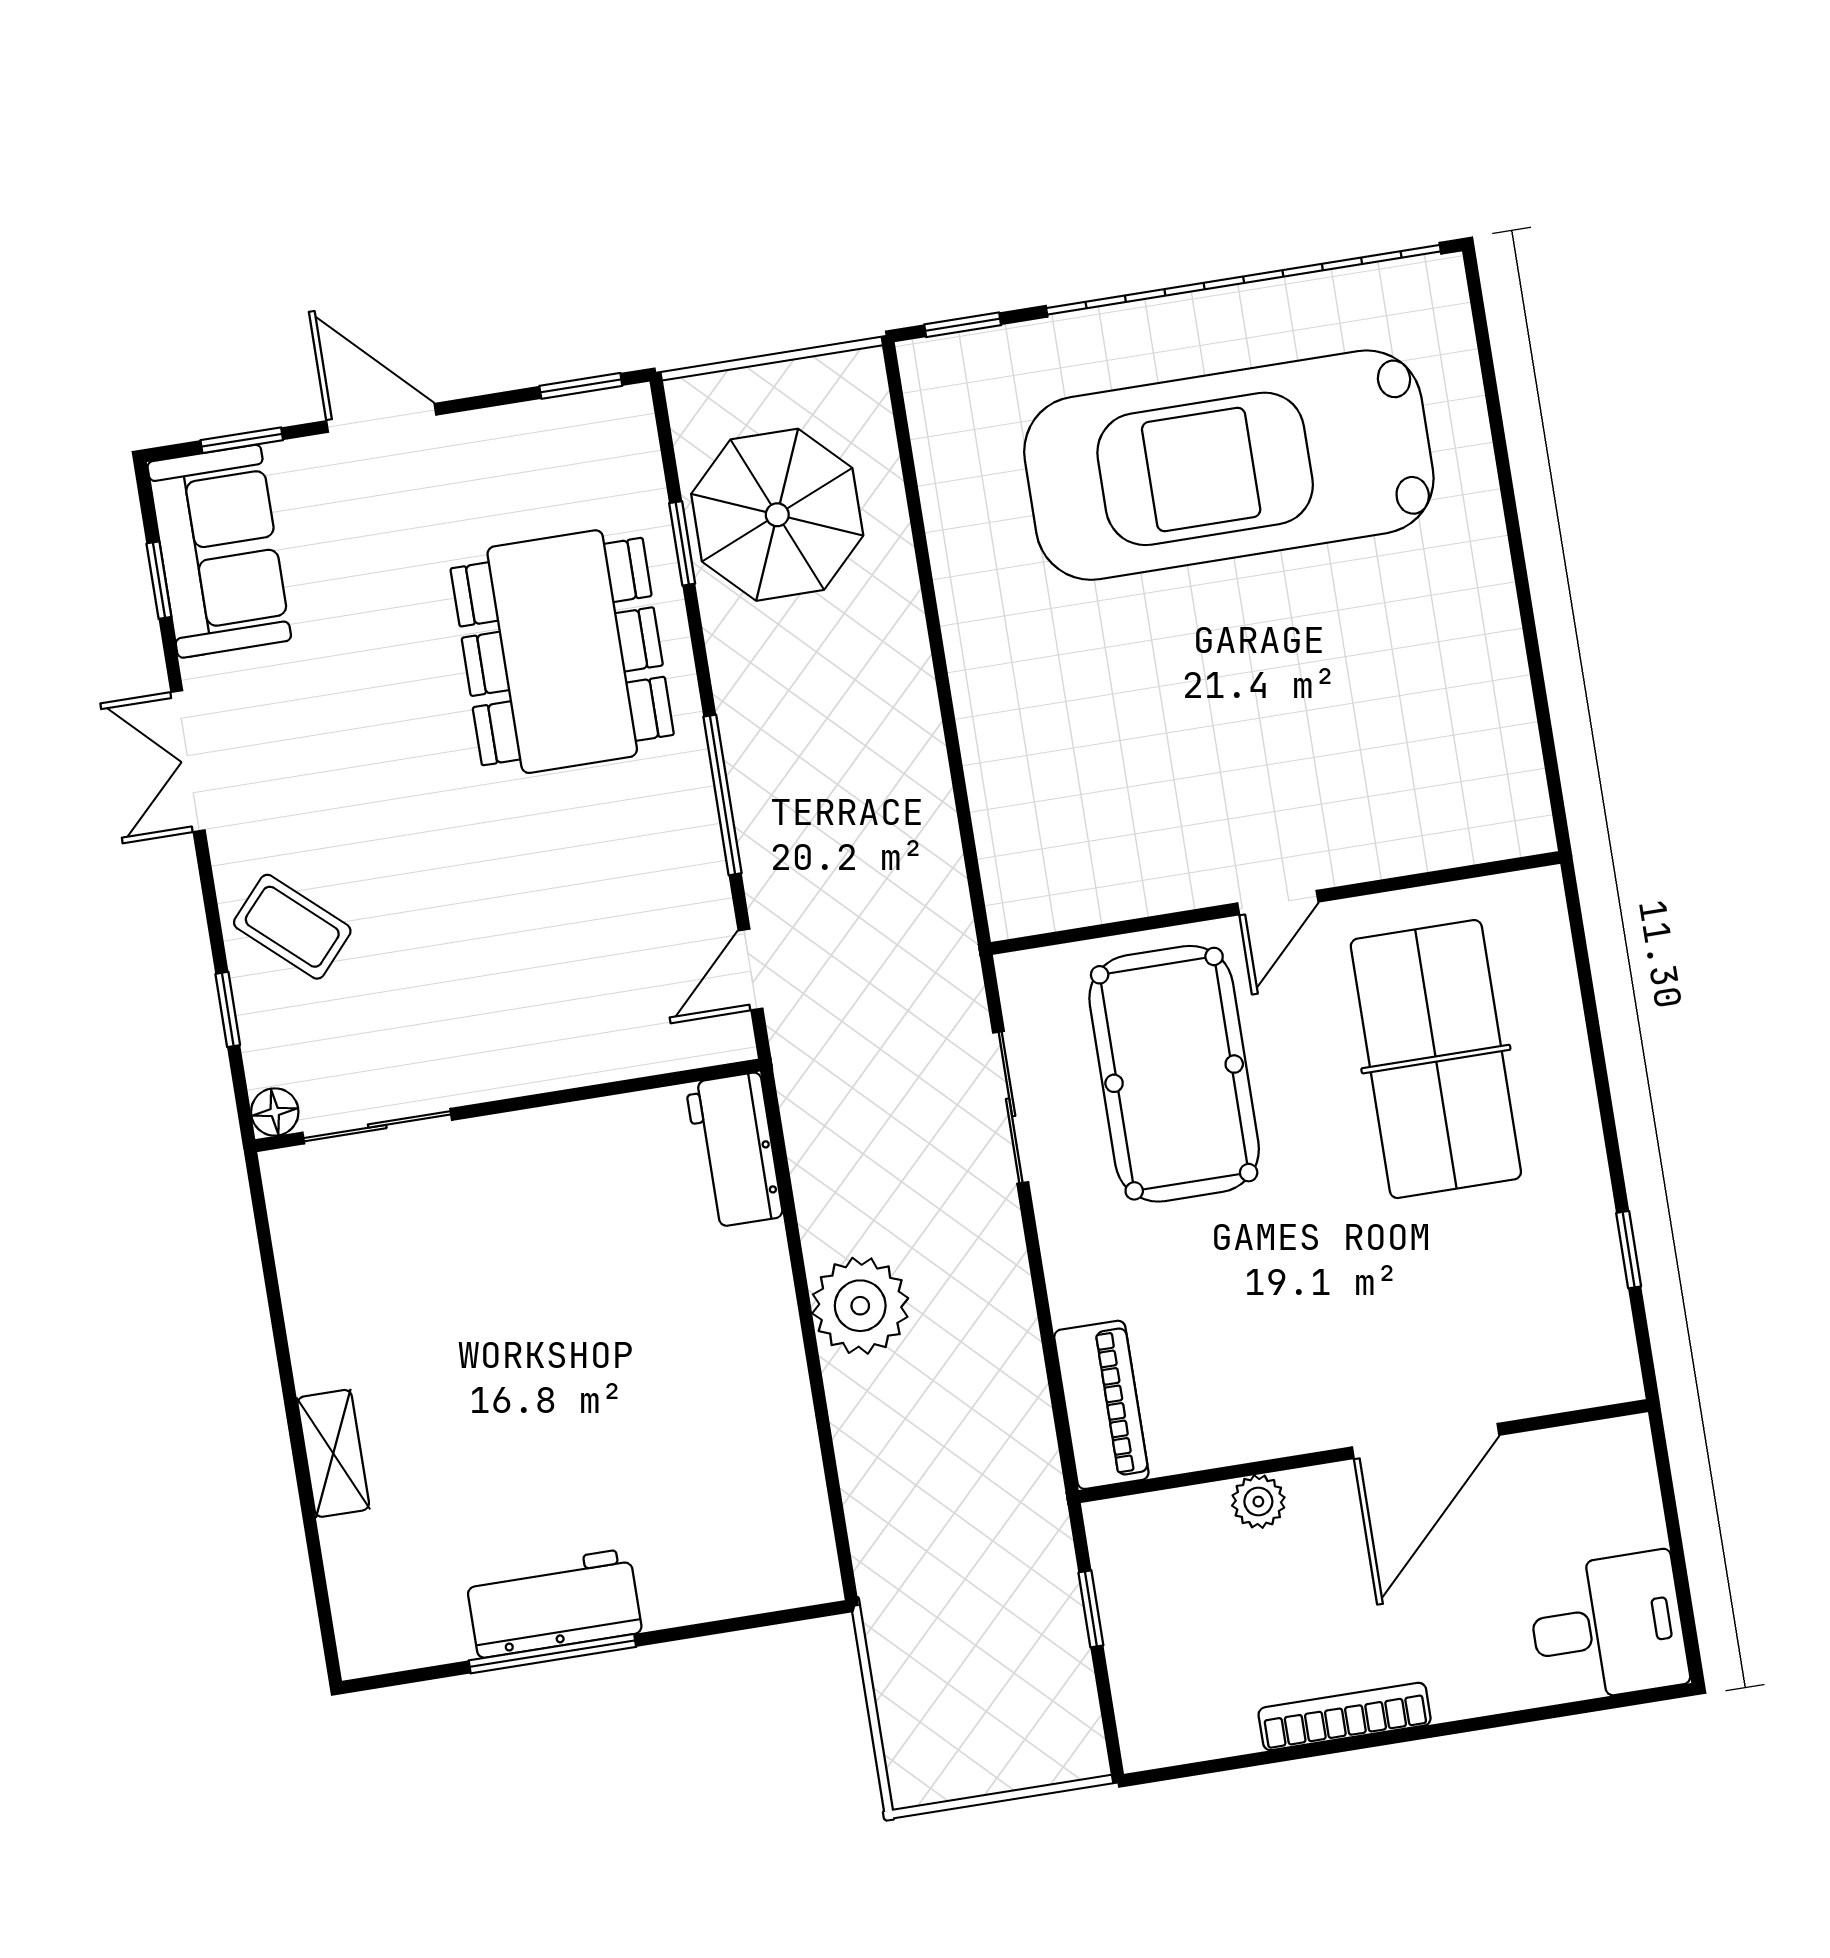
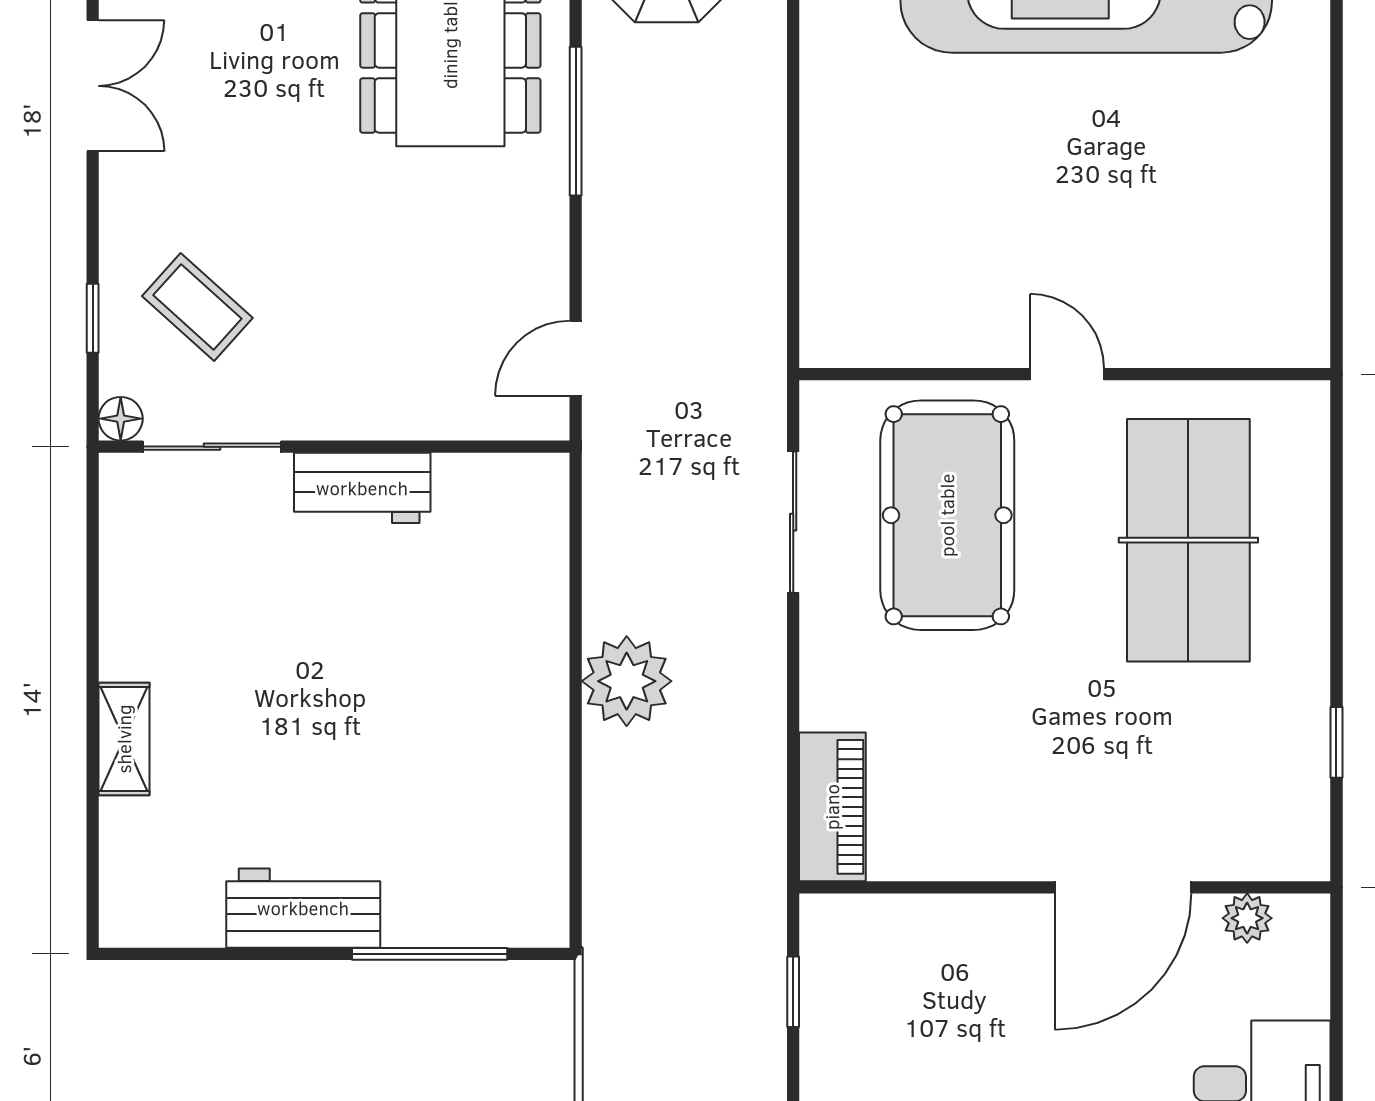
double door: (188, 761) -> (93, 86), swing flipped
window: (722, 795) -> (576, 121), moved
door: (1278, 903) -> (1067, 374), swing flipped
coffee table: (292, 927) -> (197, 307), moved
workbench: (734, 1150) -> (362, 488), moved, turned -90
plant: (1258, 1502) -> (1247, 918), moved
window: (552, 1654) -> (430, 954), moved

